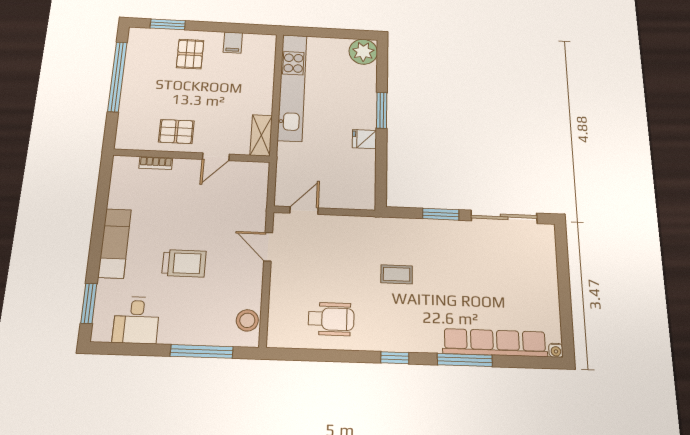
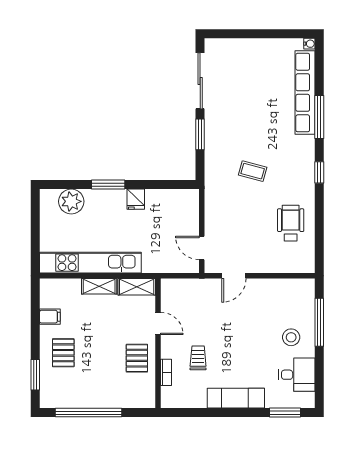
plant: (363, 52) -> (71, 201), moved
pallet: (190, 54) -> (63, 353), turned 90
shelving: (264, 95) -> (99, 286), added
trolley: (184, 263) -> (198, 358), moved, width x0.73, depth x0.72
coffee table: (397, 274) -> (253, 171), turned -75
stool: (247, 320) -> (291, 337), moved

